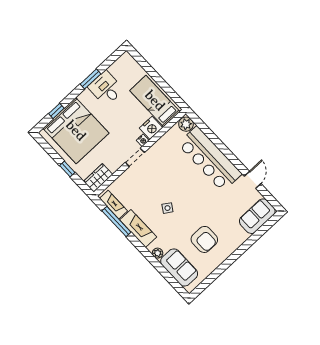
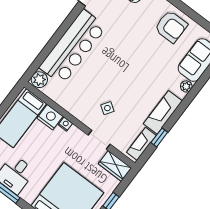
doorway: (135, 157) -> (99, 140), moved
side table: (167, 208) -> (107, 108), moved
window: (116, 222) -> (159, 137), width x0.46
armchair: (204, 239) -> (171, 27), moved, turned 90

